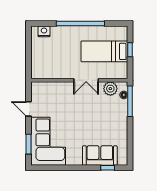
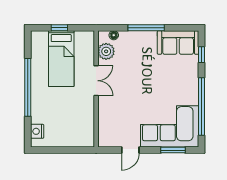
window: (130, 101) -> (146, 28), moved
sofa: (100, 156) -> (178, 42), moved, turned -90
window: (65, 168) -> (202, 106), added

